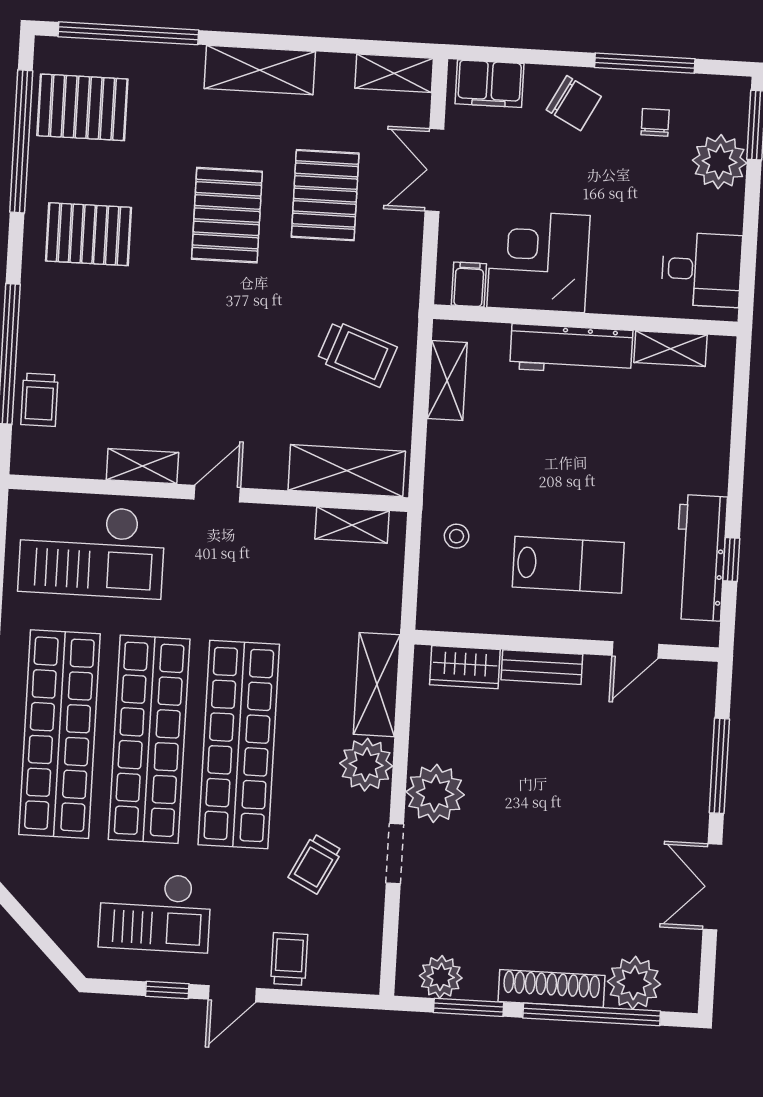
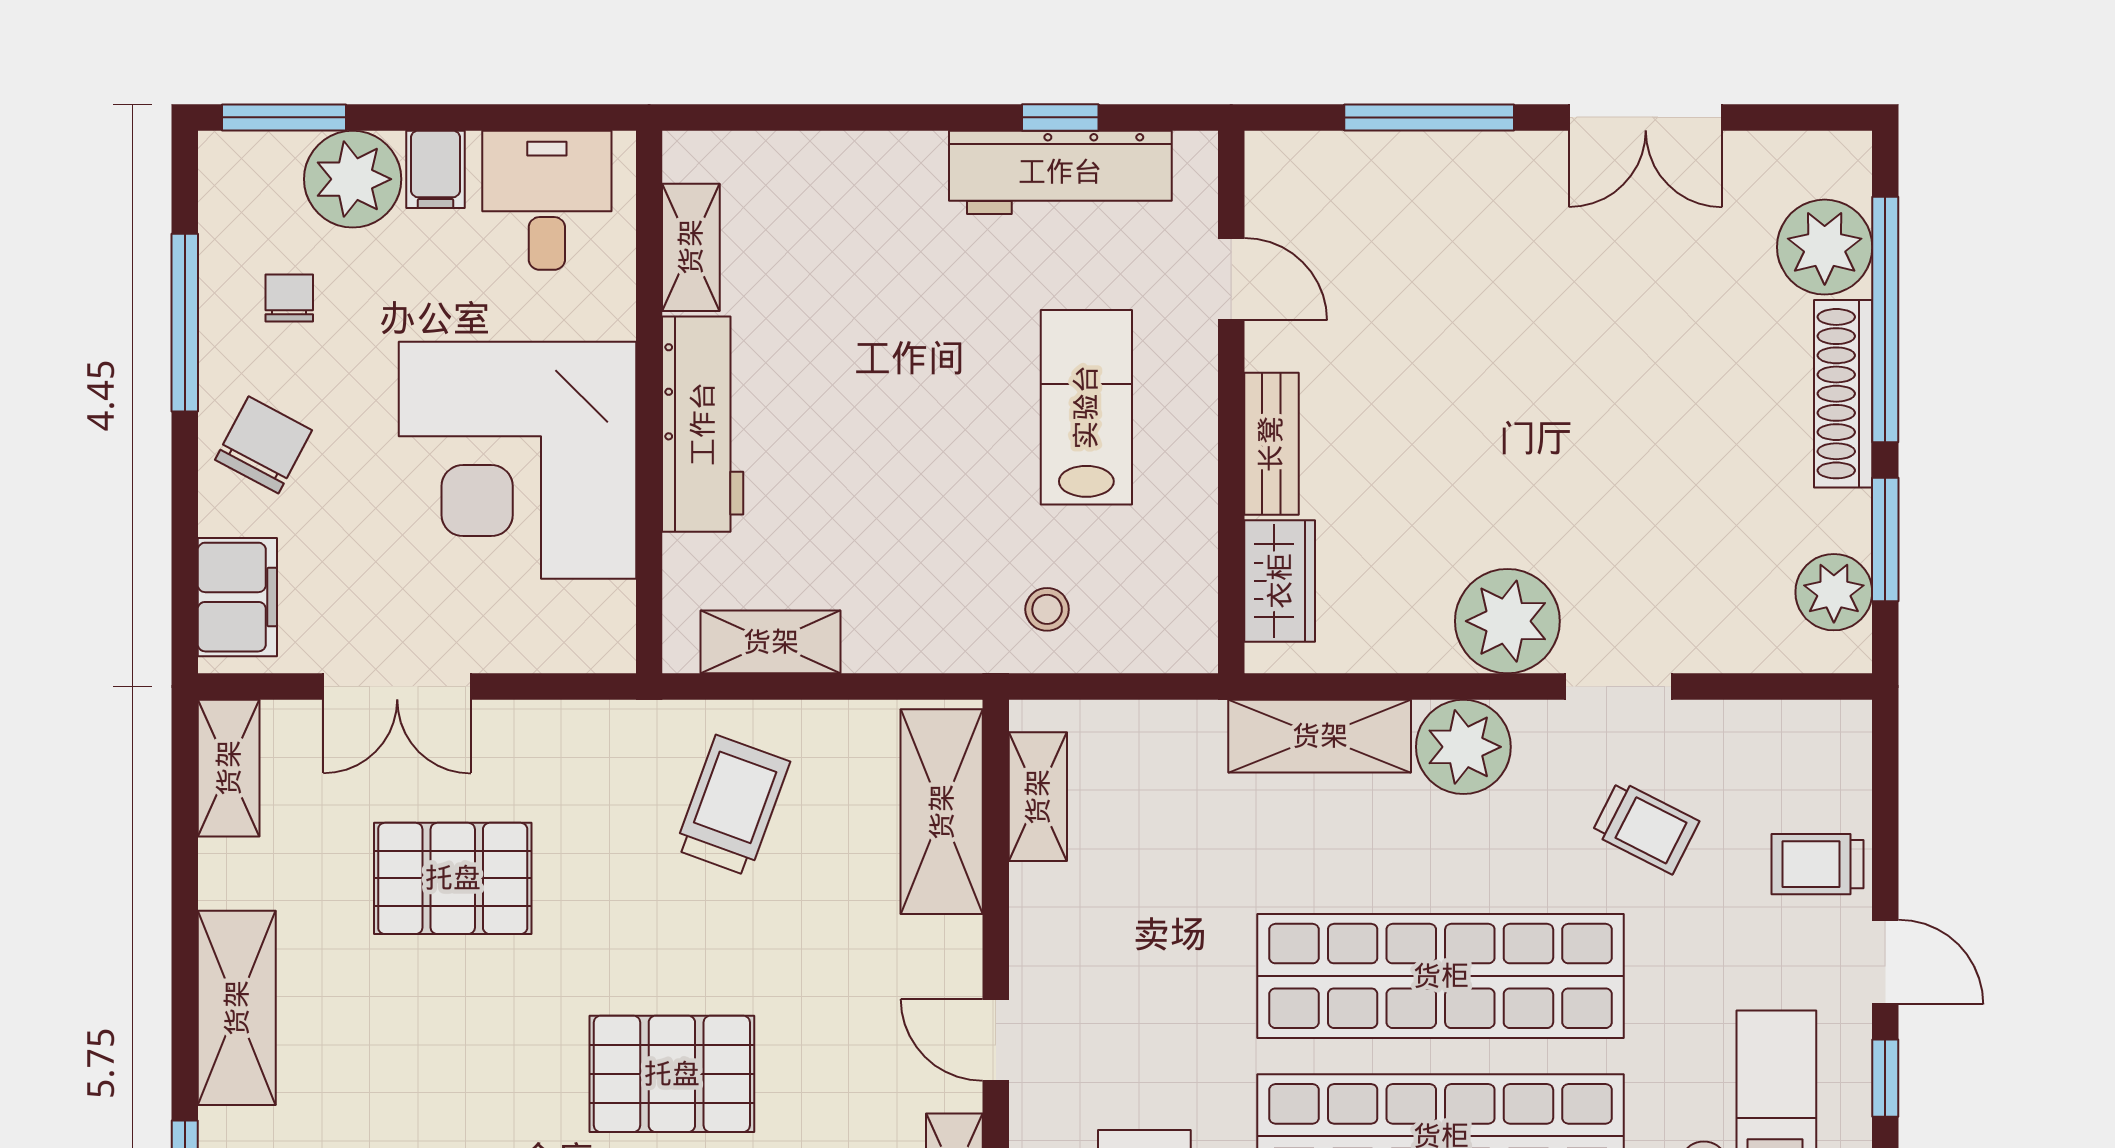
chair: (655, 122) -> (289, 298), turned 90
pallet: (227, 215) -> (672, 1074), moved
corner desk: (538, 261) -> (517, 460), width x1.36, depth x1.36
filing cabinet: (469, 284) -> (436, 169), moved, turned -90

